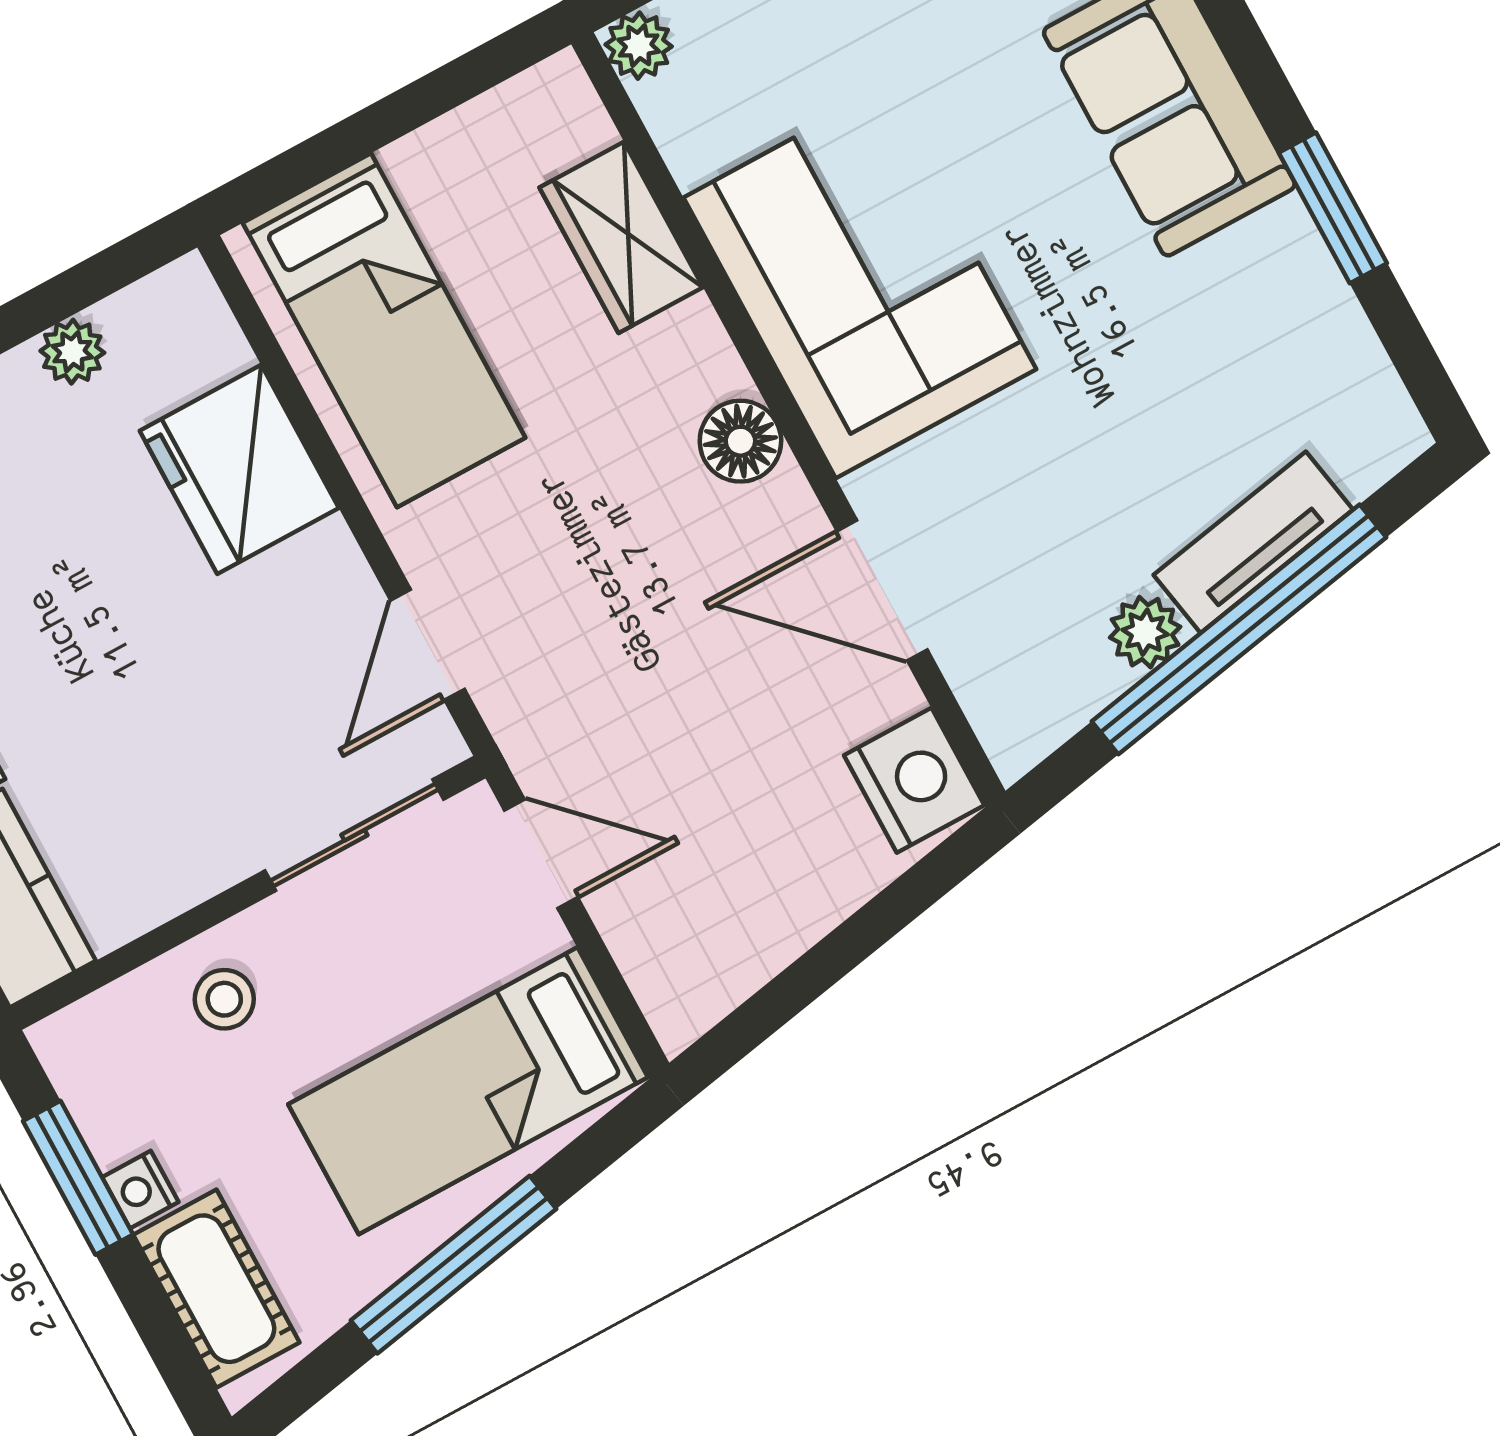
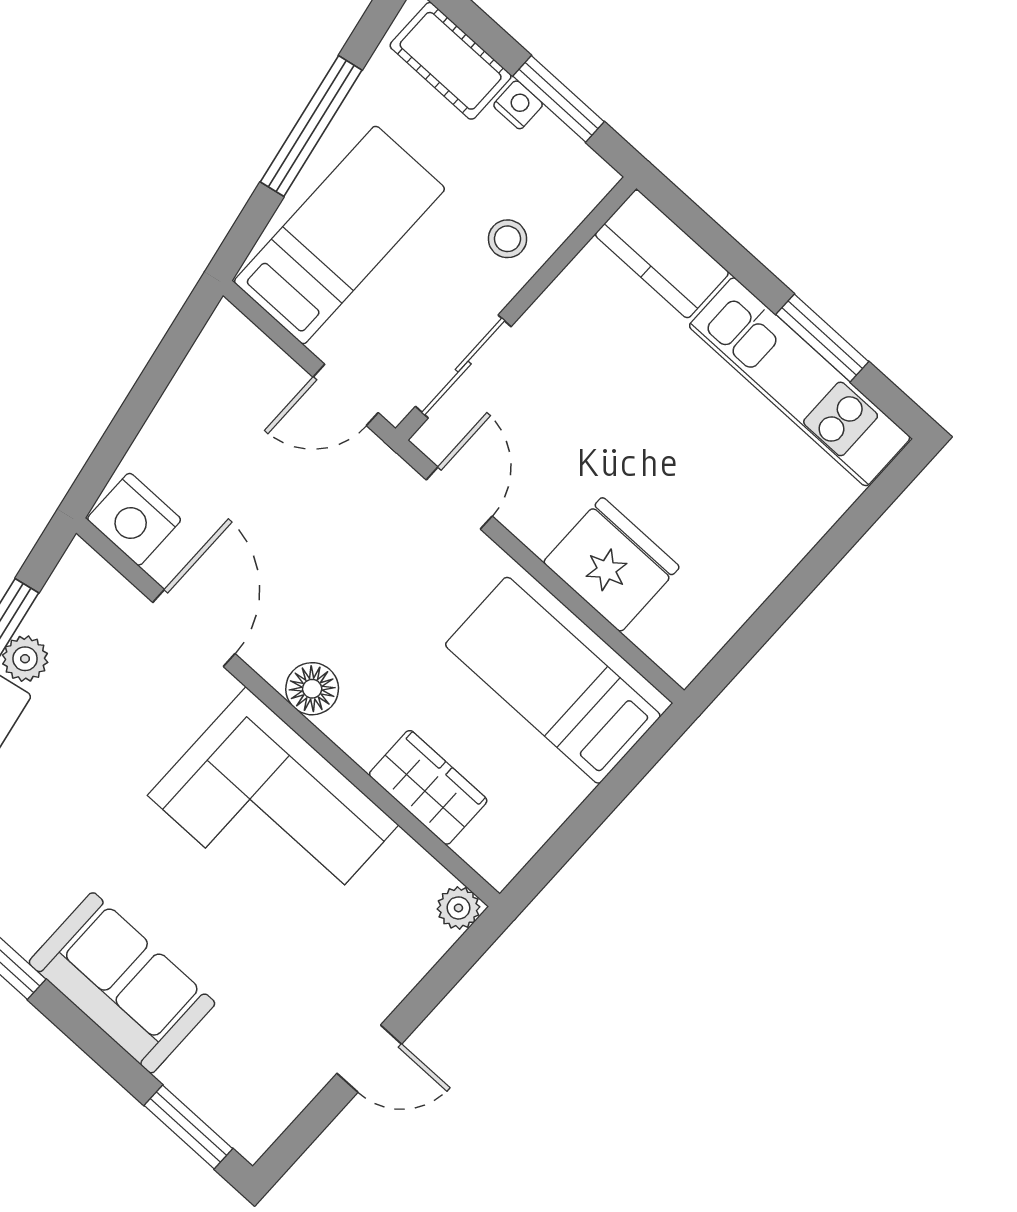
plant: (72, 352) -> (738, 601), removed
door: (882, 590) -> (194, 628), hinge flipped

